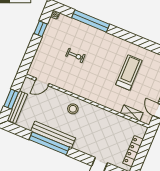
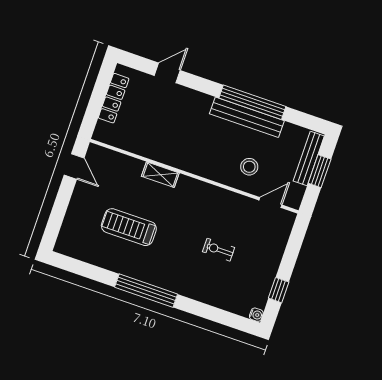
window: (91, 21) -> (146, 291), moved
treadmill: (129, 73) -> (129, 227), turned 90
stool: (73, 109) -> (249, 167), moved
shelving: (132, 113) -> (160, 175), moved

